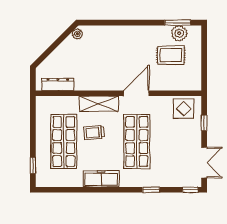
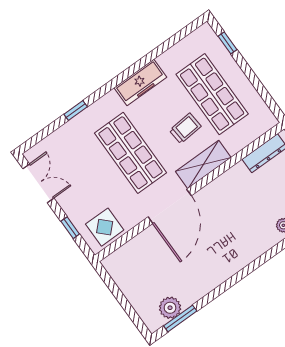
rug: (171, 55) -> (162, 276), removed
door: (136, 93) -> (170, 206), width x1.36
double door: (204, 163) -> (38, 183), swing flipped
window: (190, 190) -> (32, 142), removed

